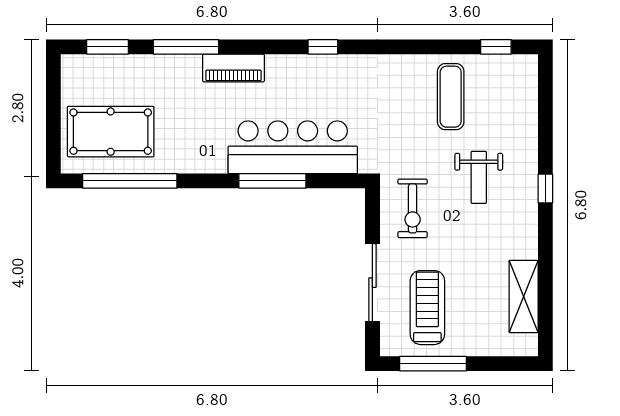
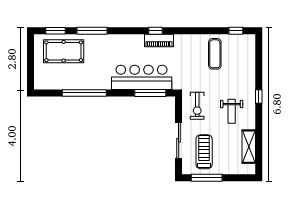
piano: (234, 68) -> (159, 41), moved
pool table: (111, 132) -> (64, 51), moved
weight bench: (479, 177) -> (232, 111), moved
window: (130, 181) -> (84, 93), moved
window: (272, 181) -> (150, 93), moved

